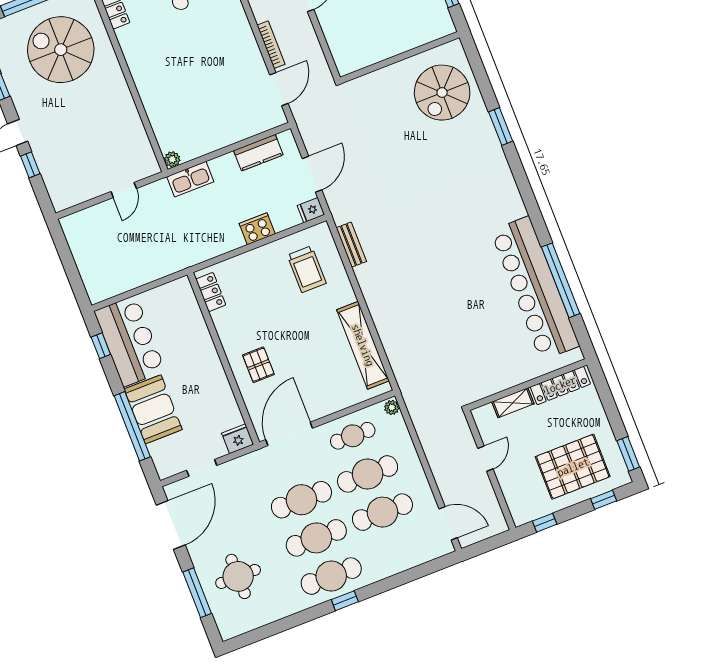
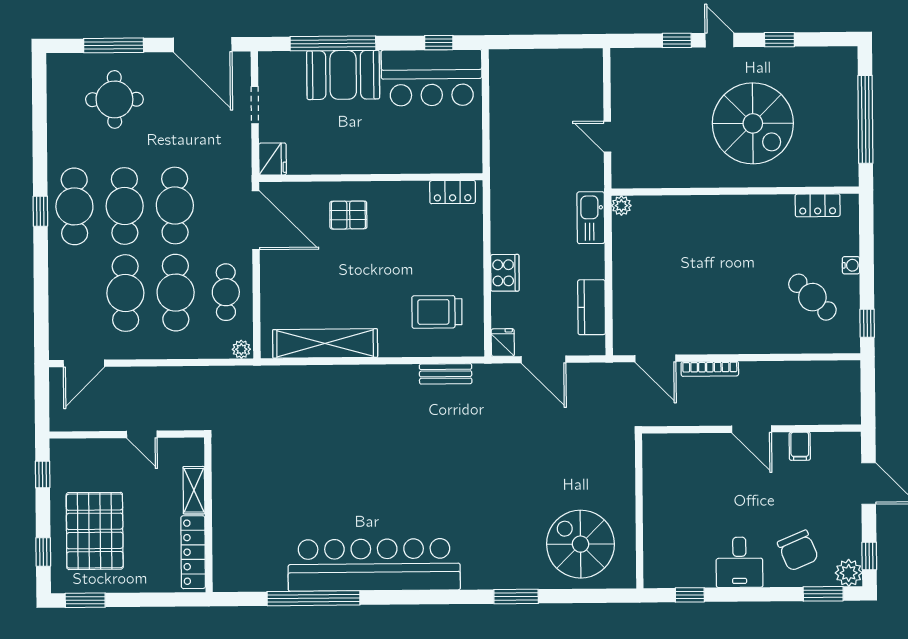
spiral stairs: (61, 50) -> (753, 123), moved, turned 90
bar counter: (535, 288) -> (374, 565), moved

